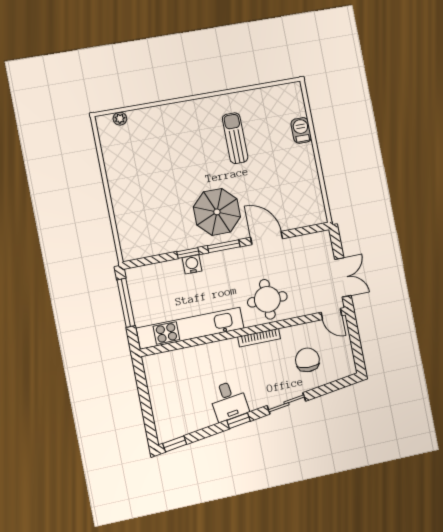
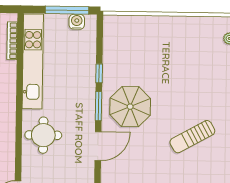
sun lounger: (235, 138) -> (192, 137), turned 151
water cooler: (192, 264) -> (77, 22), moved, turned -90
bookcase: (259, 338) -> (12, 41), moved

